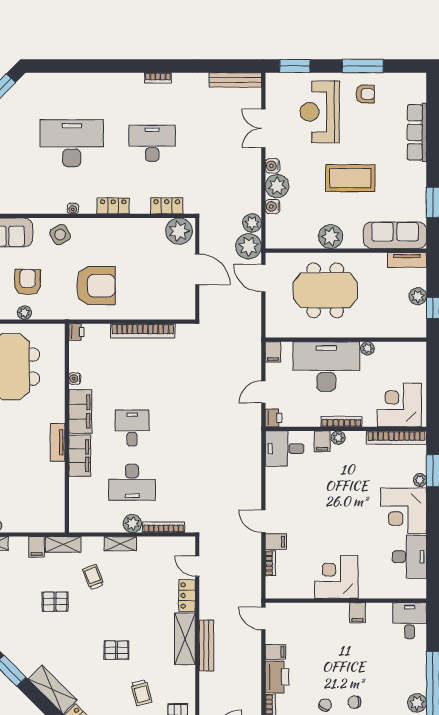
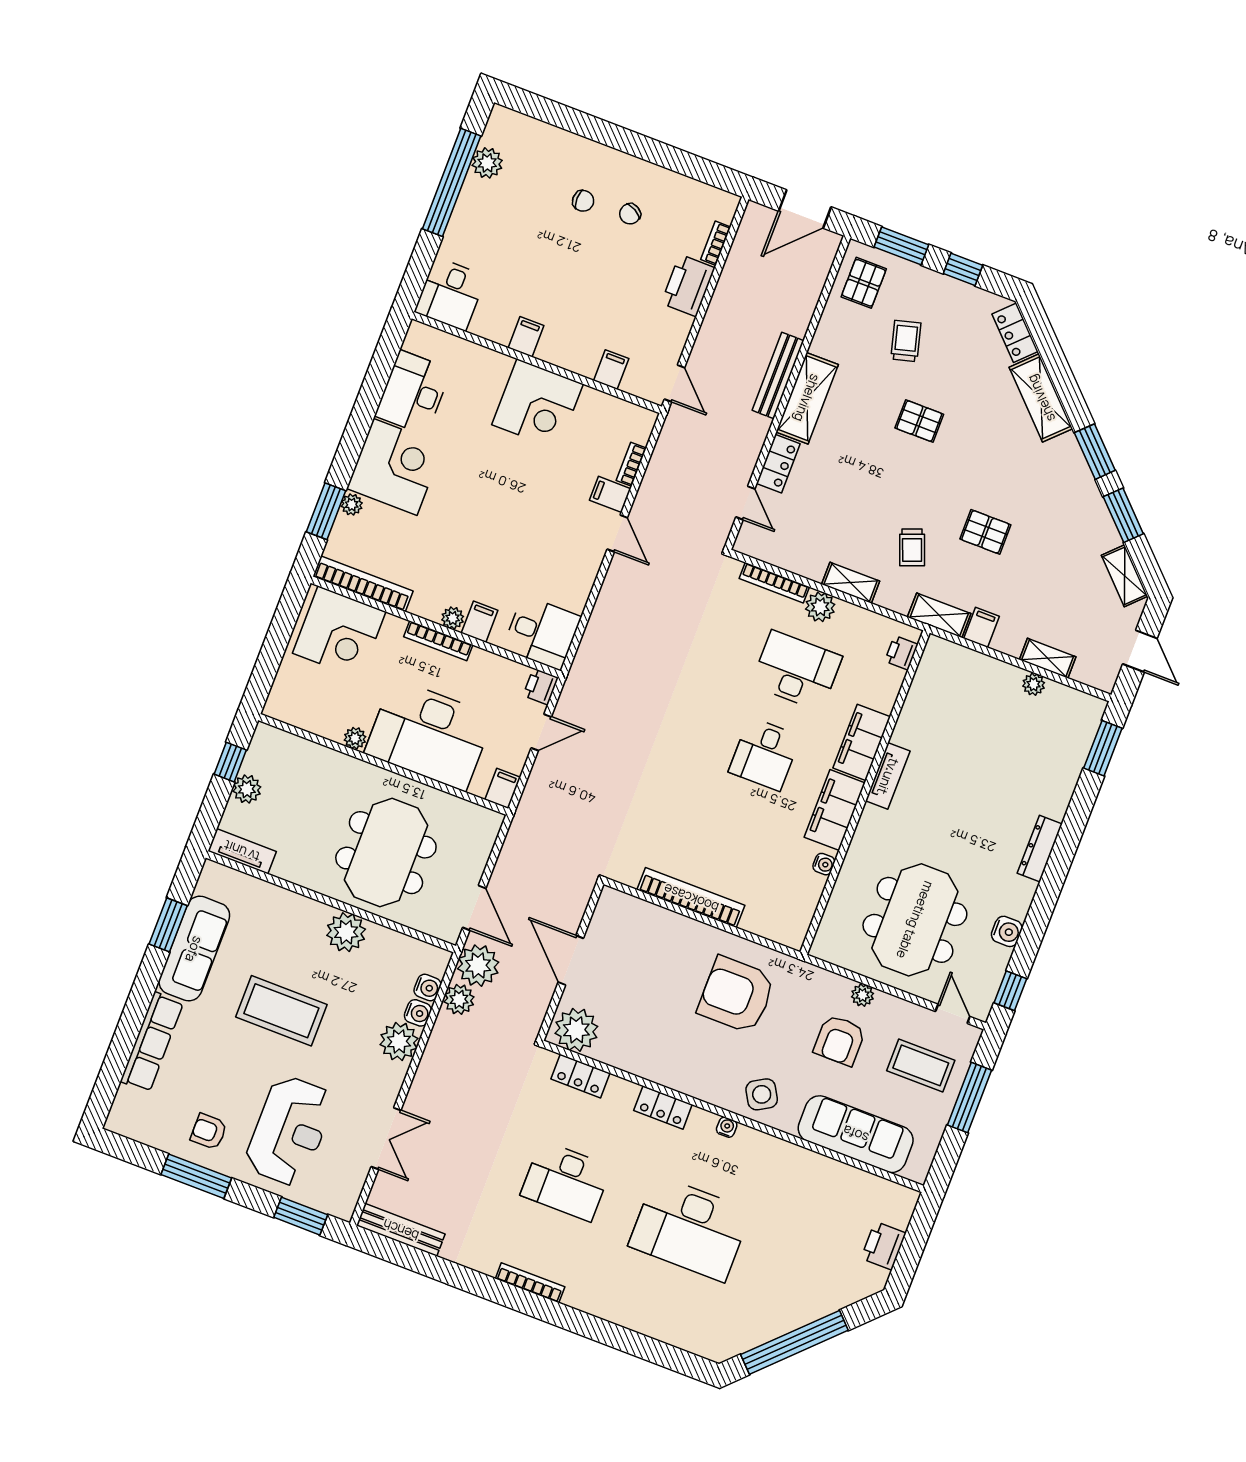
bookcase: (158, 78) -> (530, 1283), width x1.56
water cooler: (273, 166) -> (427, 988), moved
sofa: (395, 235) -> (194, 949), moved, turned -90
meeting table: (325, 290) -> (386, 853), turned 90
printer: (77, 332) -> (901, 653), moved
filing cabinet: (275, 652) -> (611, 370), moved, turned 90

